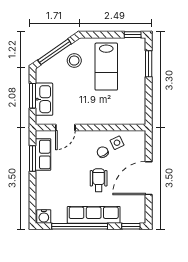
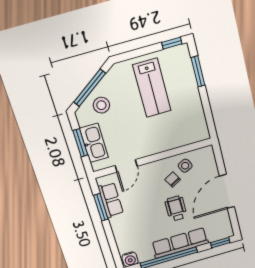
stool: (74, 61) -> (101, 105), moved

